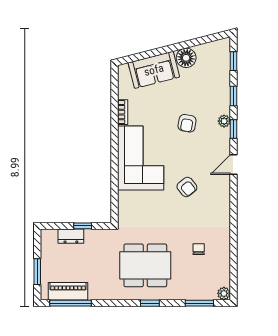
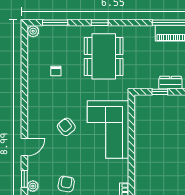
corner sofa: (141, 158) -> (108, 130), moved
dining table: (145, 265) -> (104, 56), turned 90

